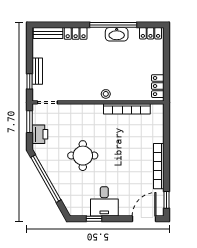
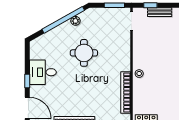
printer: (40, 134) -> (103, 15), removed
plant: (47, 165) -> (75, 21), added
window: (94, 219) -> (27, 81), moved

